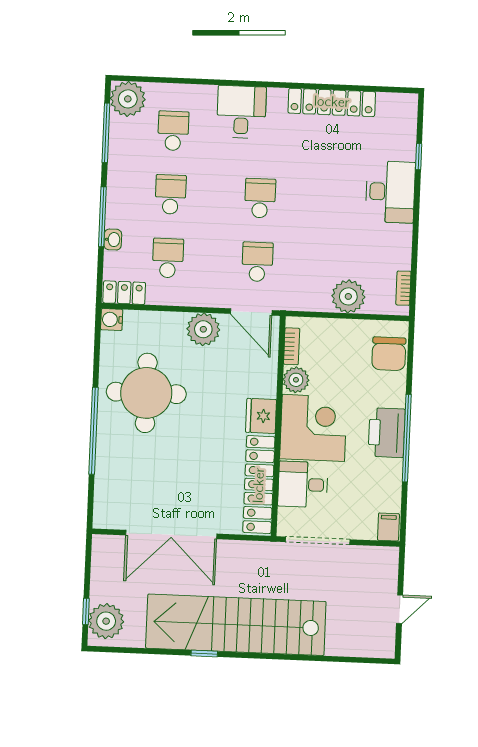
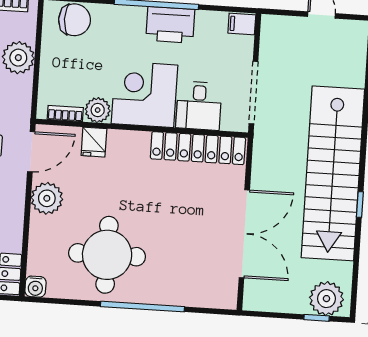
fridge: (261, 416) -> (94, 142), moved, width x0.72
printer: (387, 433) -> (170, 25), moved

